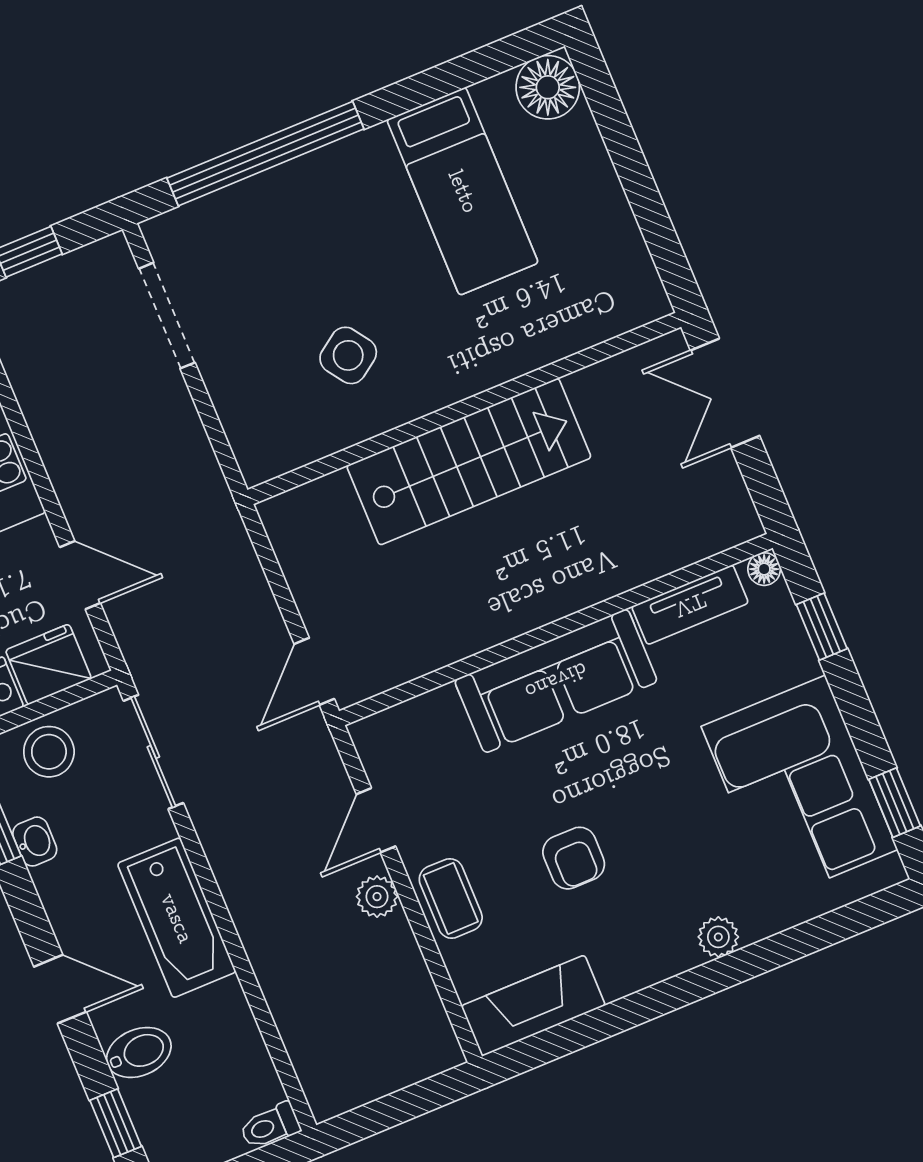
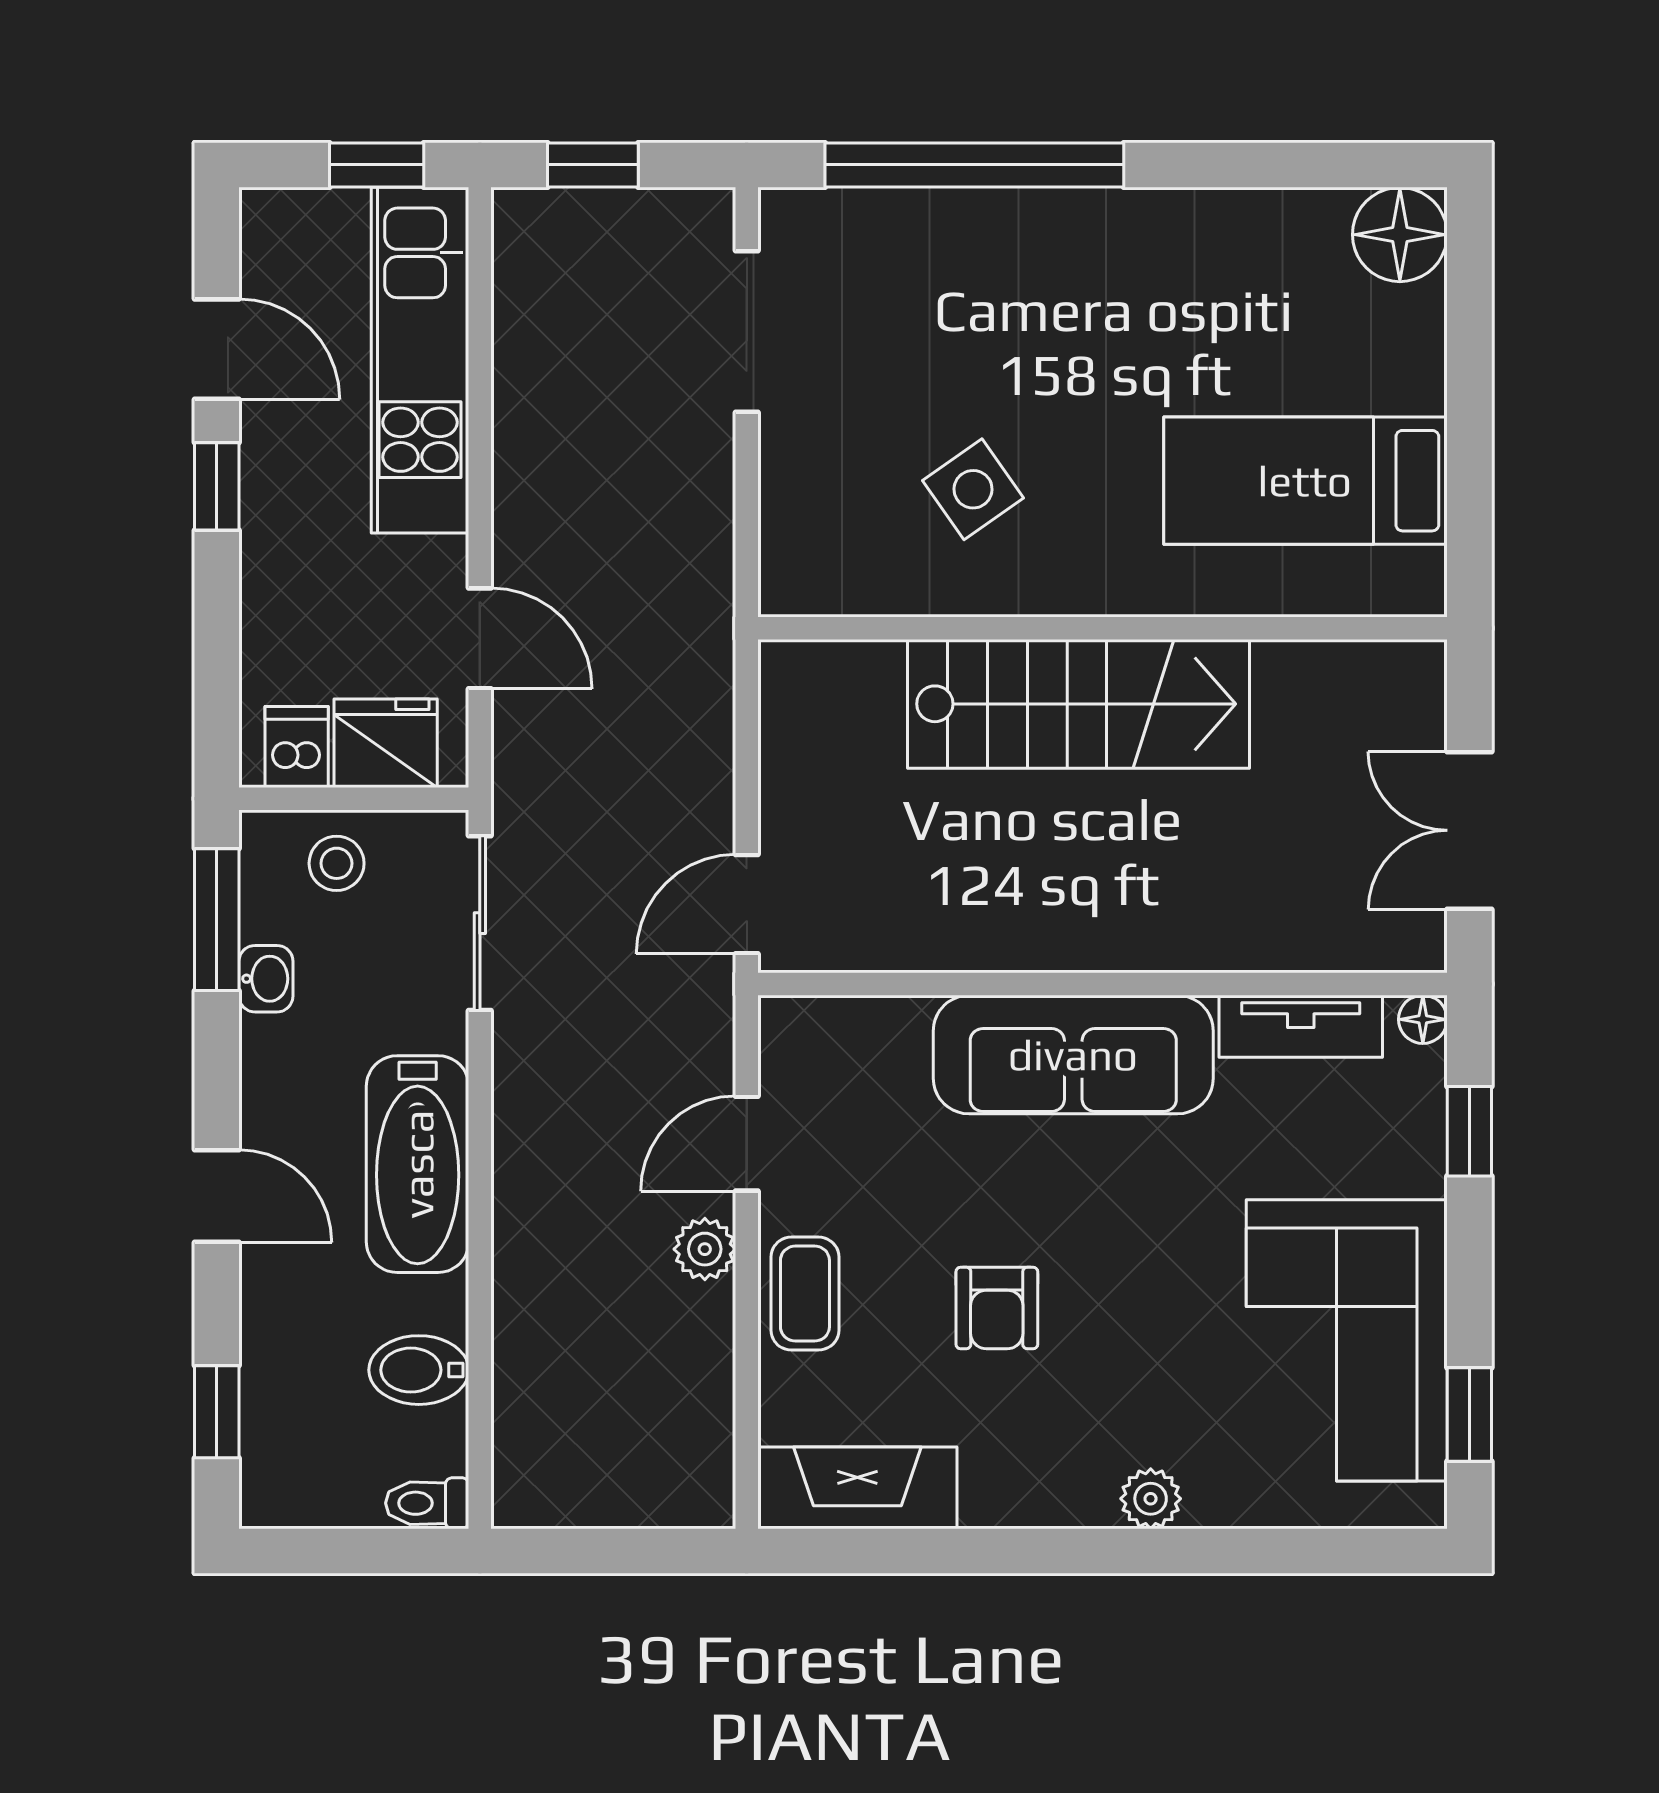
bed: (463, 191) -> (1305, 481), moved, turned 90
double door: (725, 393) -> (1469, 830), moved
stool: (49, 752) -> (337, 863), width x0.73, depth x0.73
bidet: (139, 1052) -> (419, 1370), moved, turned 180

